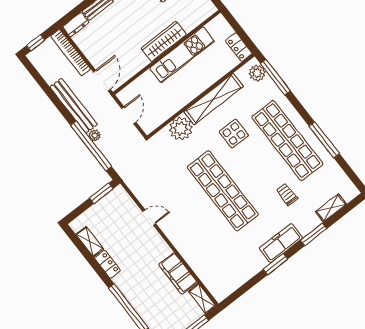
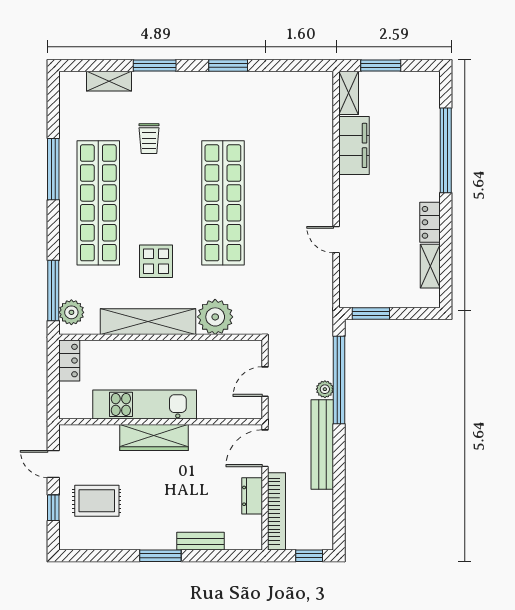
dresser: (76, 25) -> (252, 496), moved, turned -90
freezer: (281, 243) -> (202, 86), removed

